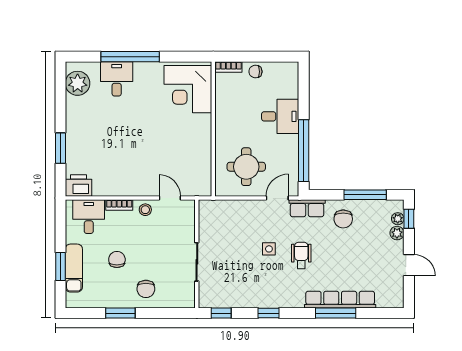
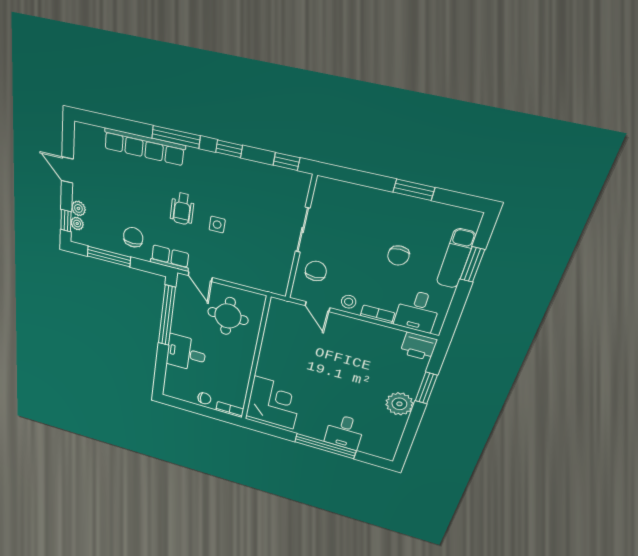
plant: (78, 83) -> (399, 404), moved
door: (277, 198) -> (200, 277), hinge flipped
chair: (146, 289) -> (316, 271), moved
window: (336, 313) -> (176, 137), moved

